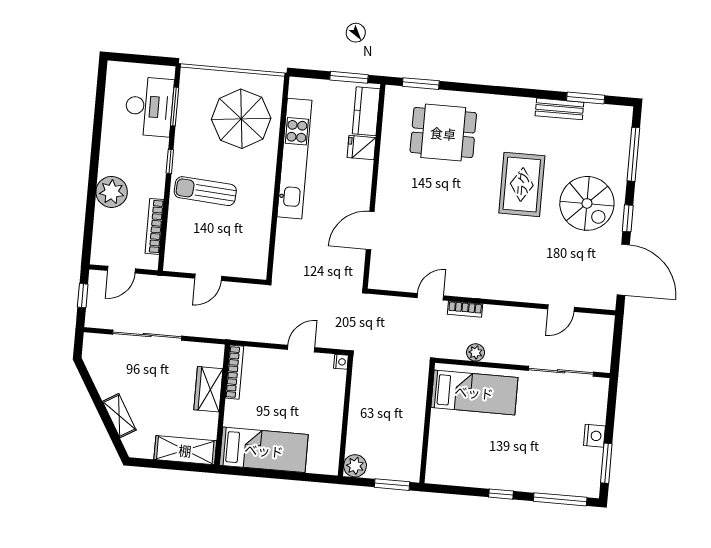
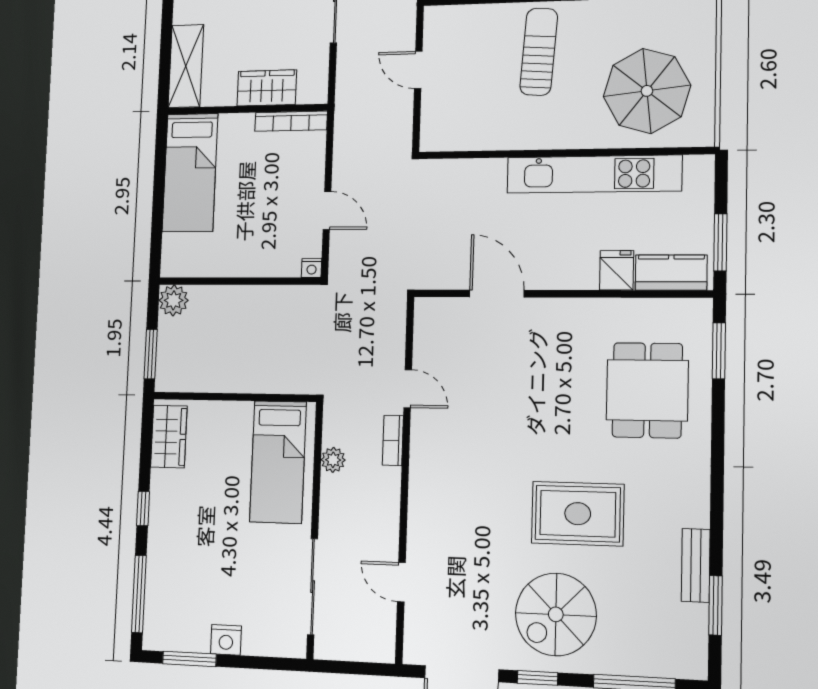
wardrobe: (452, 473) -> (169, 437), added

